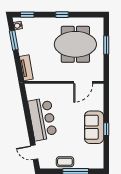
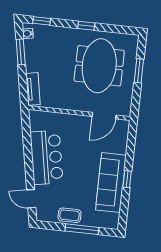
meeting table: (75, 44) -> (99, 66), turned 90
sofa: (94, 127) -> (111, 183), width x1.36

